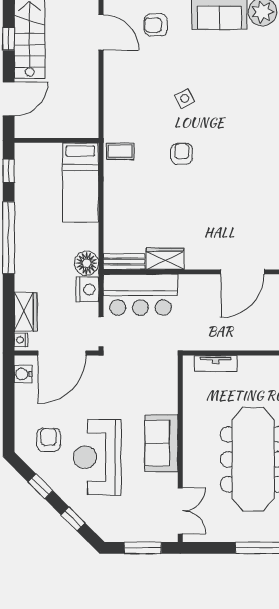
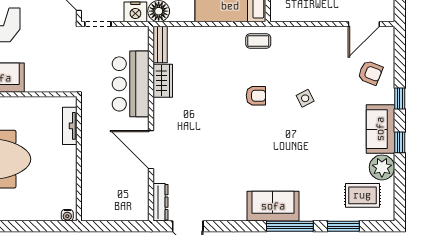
armchair: (156, 25) -> (370, 73), turned 112
coffee table: (120, 151) -> (258, 41), turned 90
bar counter: (140, 295) -> (131, 84), moved

